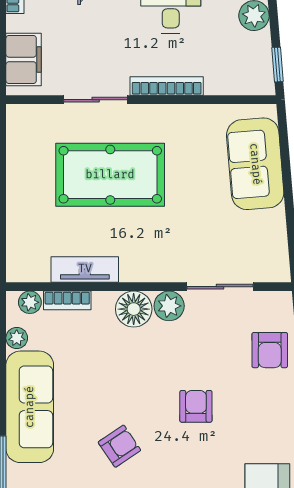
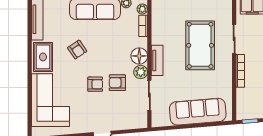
sofa: (255, 164) -> (198, 112), width x1.36
tv unit: (85, 269) -> (157, 60), moved
armchair: (270, 350) -> (117, 83), moved

